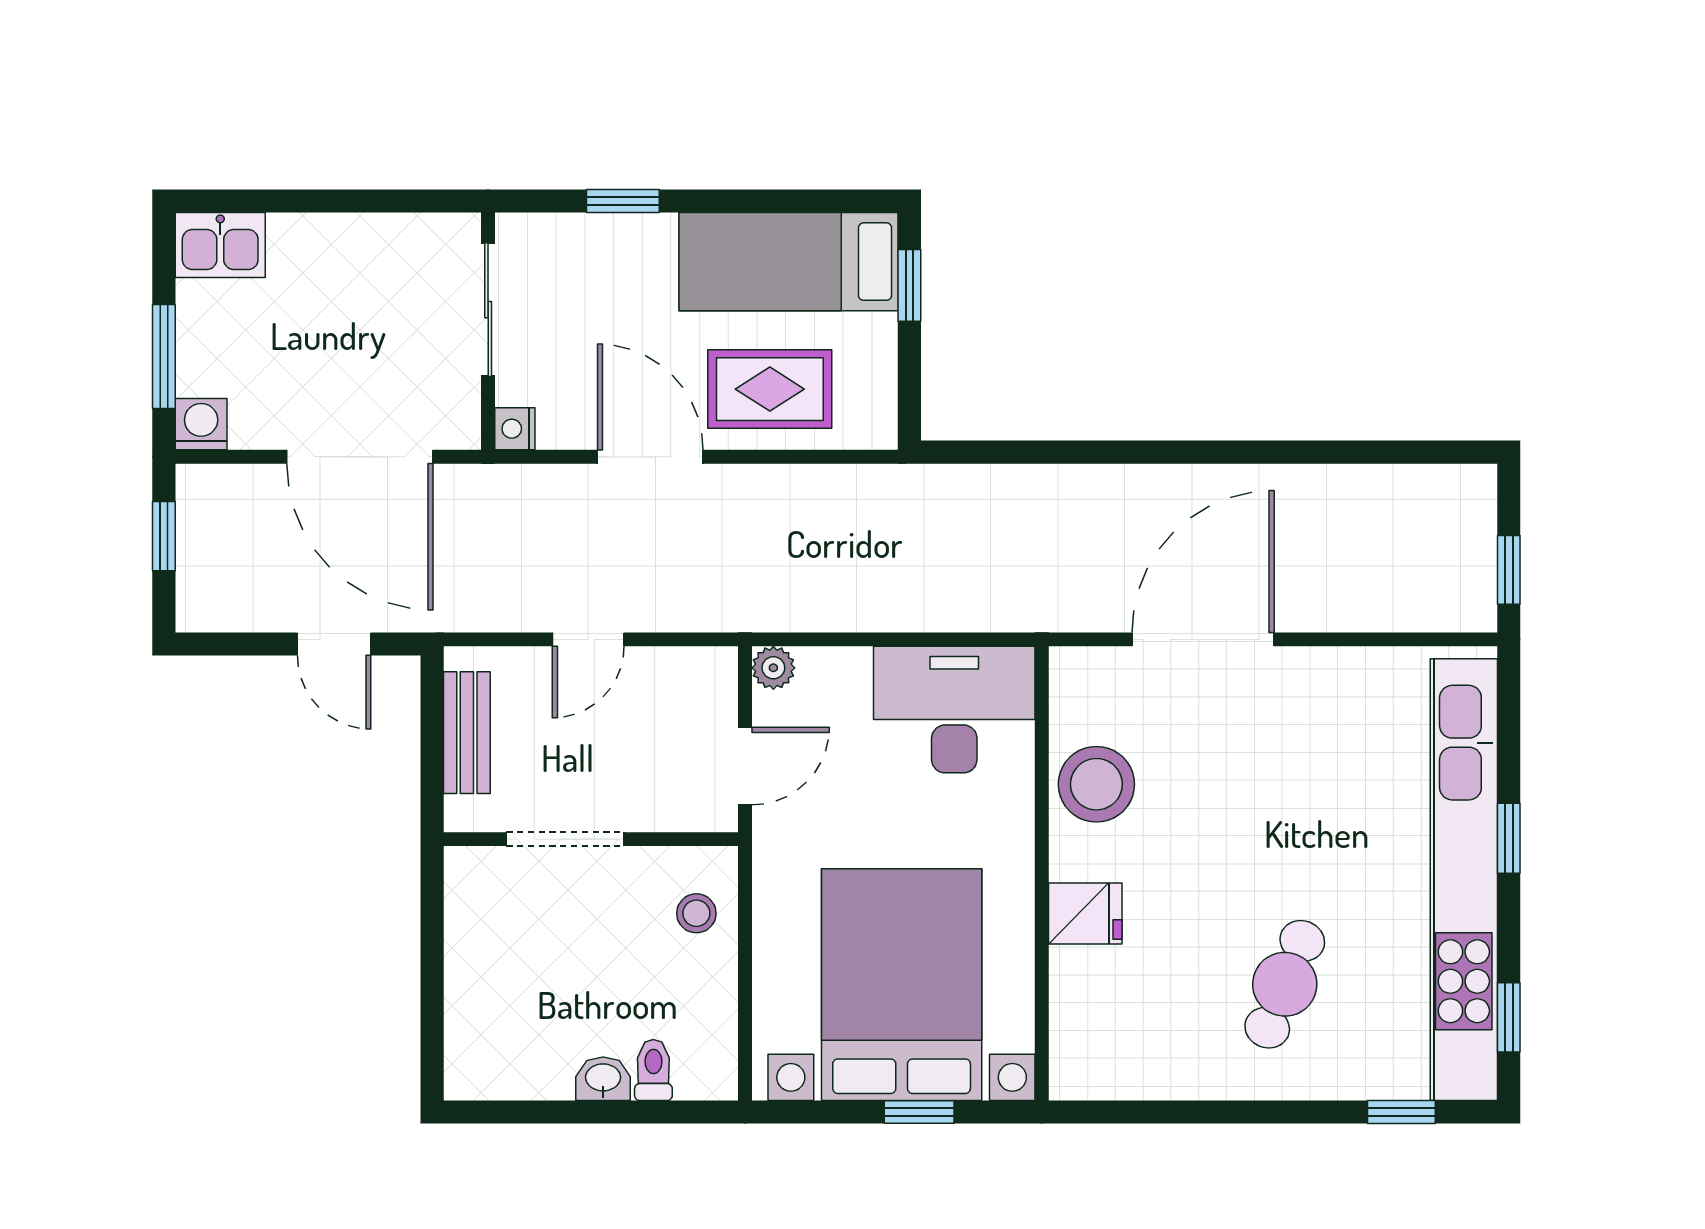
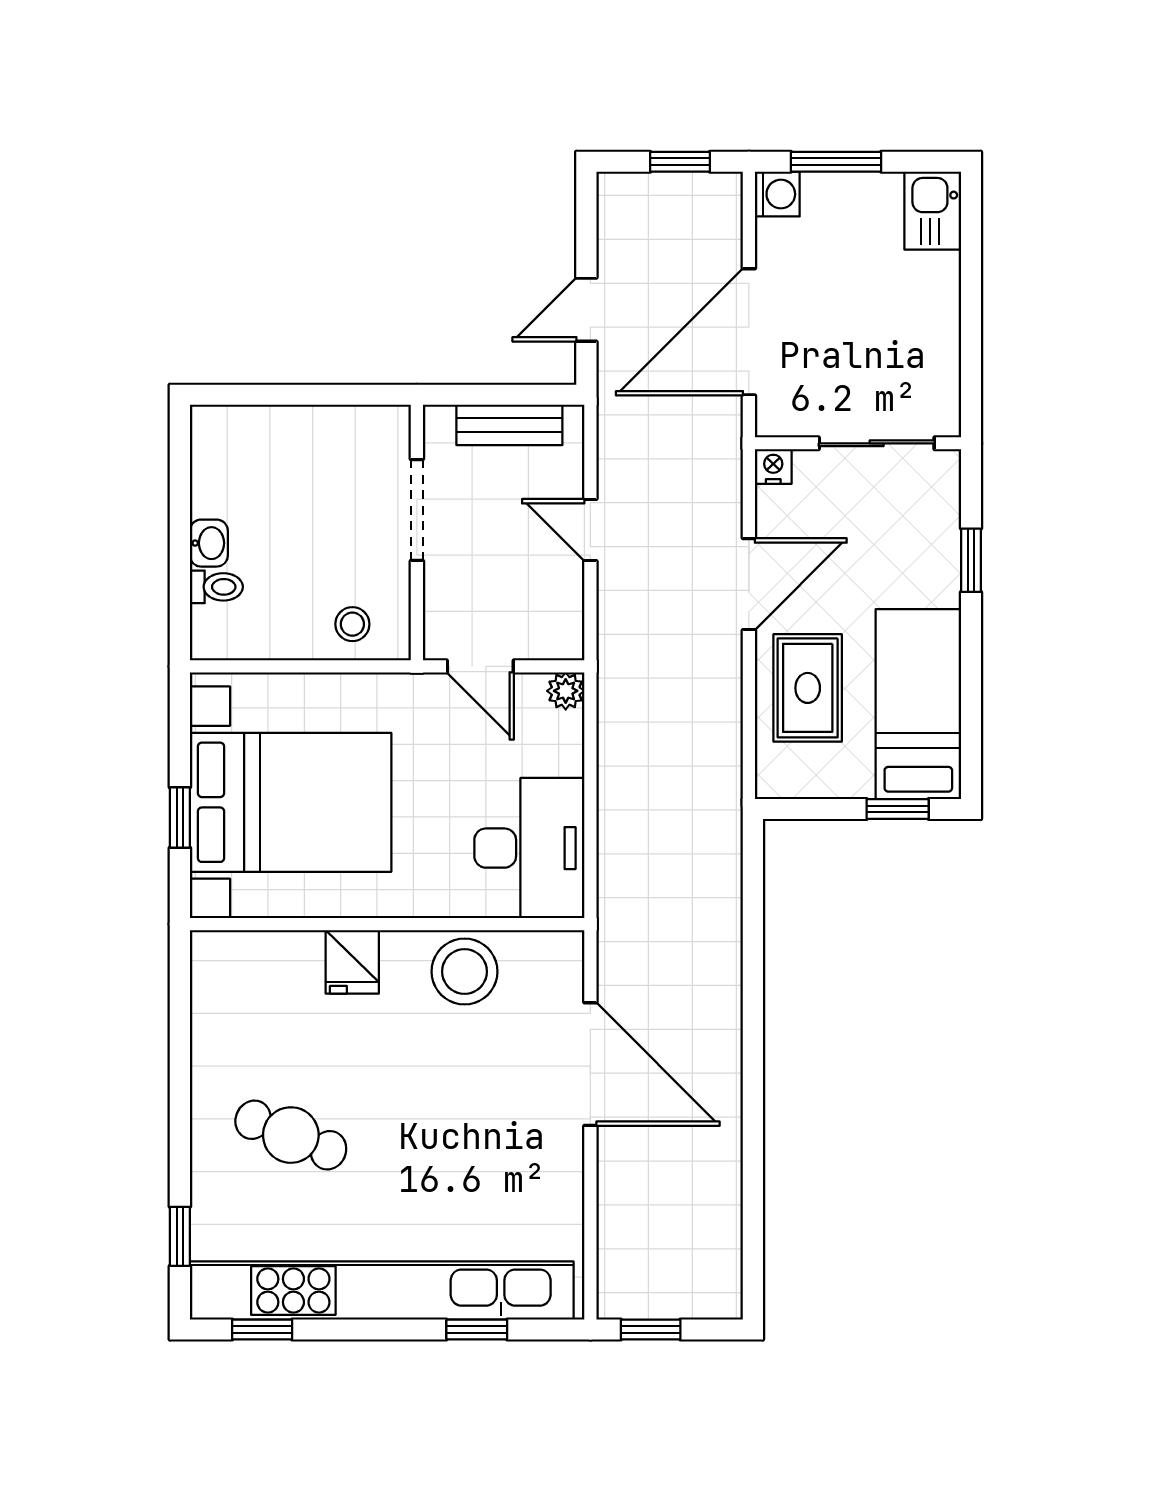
window: (1509, 838) -> (477, 1330), moved

